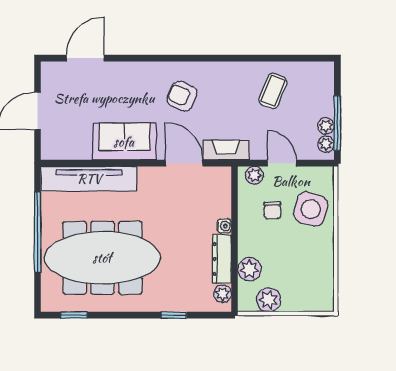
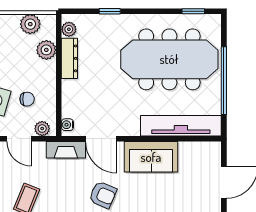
chair: (272, 210) -> (27, 99), turned 91
water cooler: (224, 226) -> (67, 125), moved

